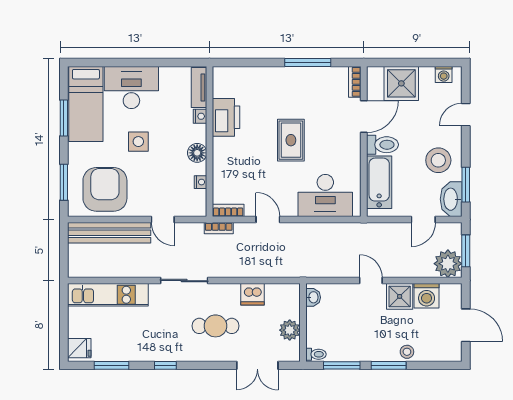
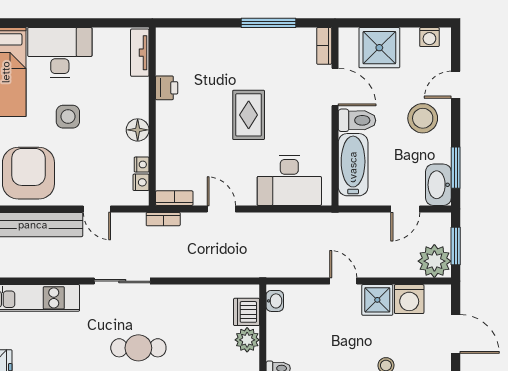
nightstand: (200, 116) -> (141, 182), moved
printer: (226, 117) -> (167, 88), width x0.53, depth x0.68
door: (364, 117) -> (335, 87), hinge flipped
stool: (438, 160) -> (423, 118), moved
dishwasher: (253, 294) -> (247, 312), moved, turned 90
cafe table: (215, 326) -> (138, 348), moved

